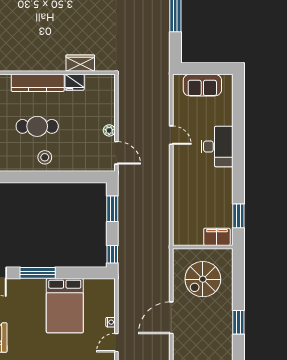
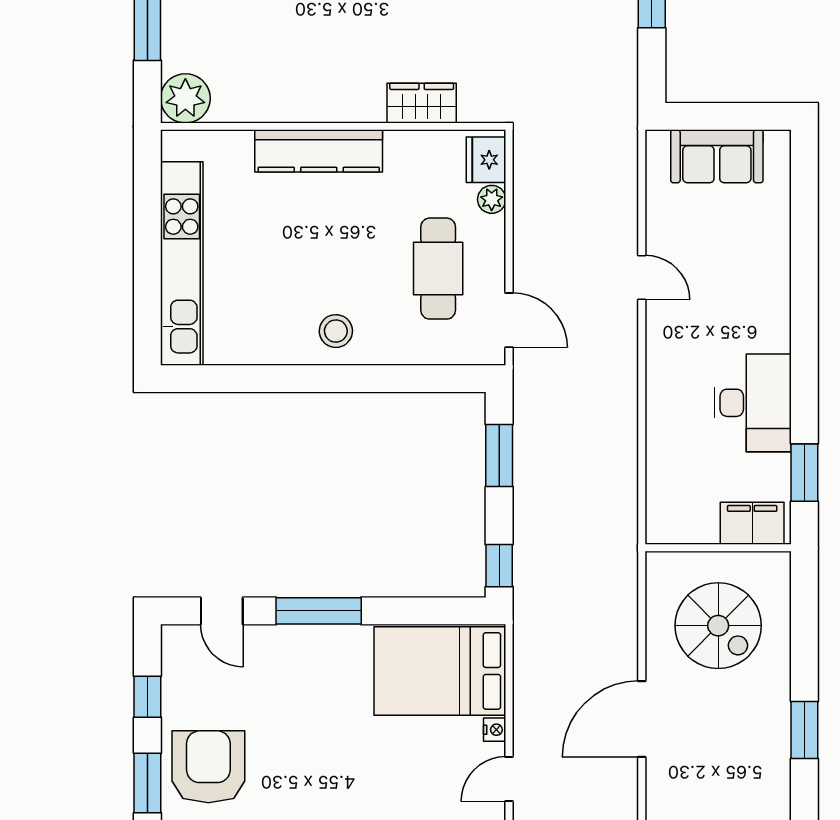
fridge: (75, 82) -> (486, 160), moved, turned 90
cafe table: (37, 126) -> (438, 269), moved, turned 90
plant: (109, 130) -> (492, 199), moved
desk: (217, 146) -> (753, 403), moved
spiral stairs: (203, 279) -> (718, 626), turned -90
bed: (65, 306) -> (440, 671), moved, turned 90

